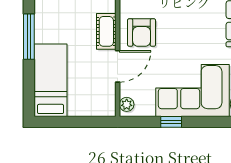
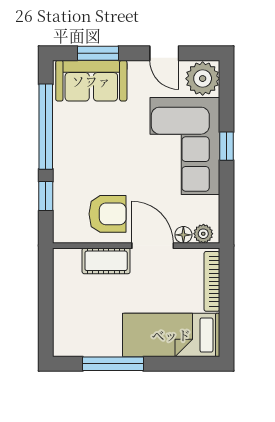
floor lamp: (126, 89) -> (183, 235), added
bookcase: (91, 111) -> (212, 281), added
window: (171, 122) -> (226, 146), moved

